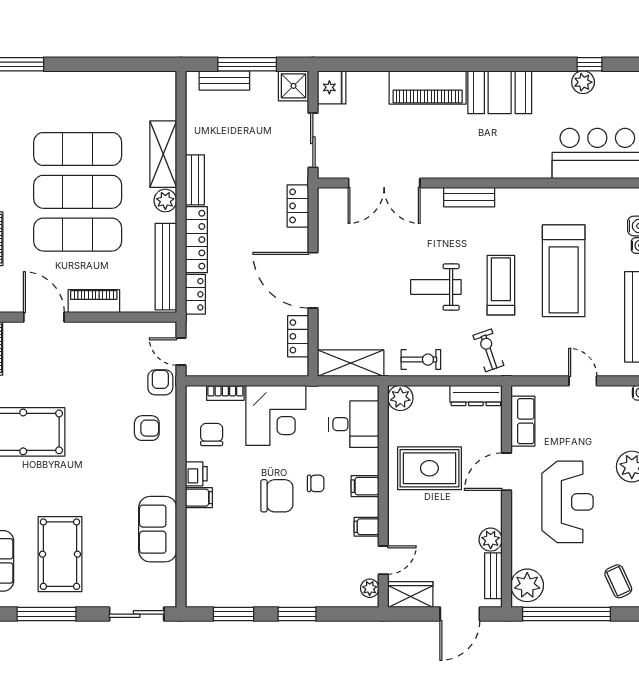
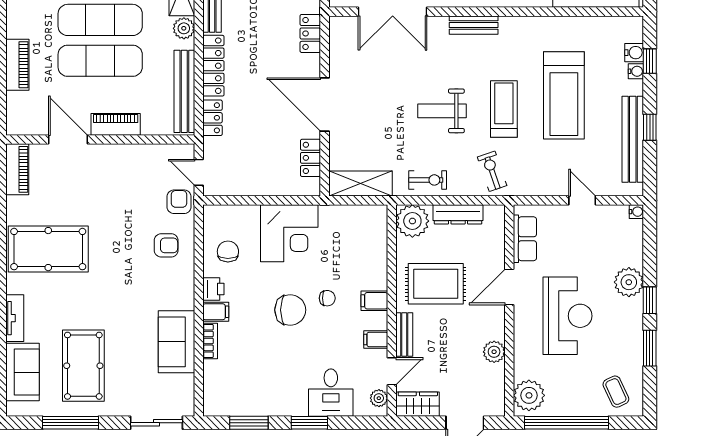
bookcase: (225, 393) -> (210, 341), moved, turned -90
dresser: (476, 396) -> (458, 214), moved
plant: (400, 398) -> (412, 221), width x1.36, depth x1.36
desk: (354, 424) -> (331, 393), moved, turned 90
bench: (493, 576) -> (404, 334), moved

